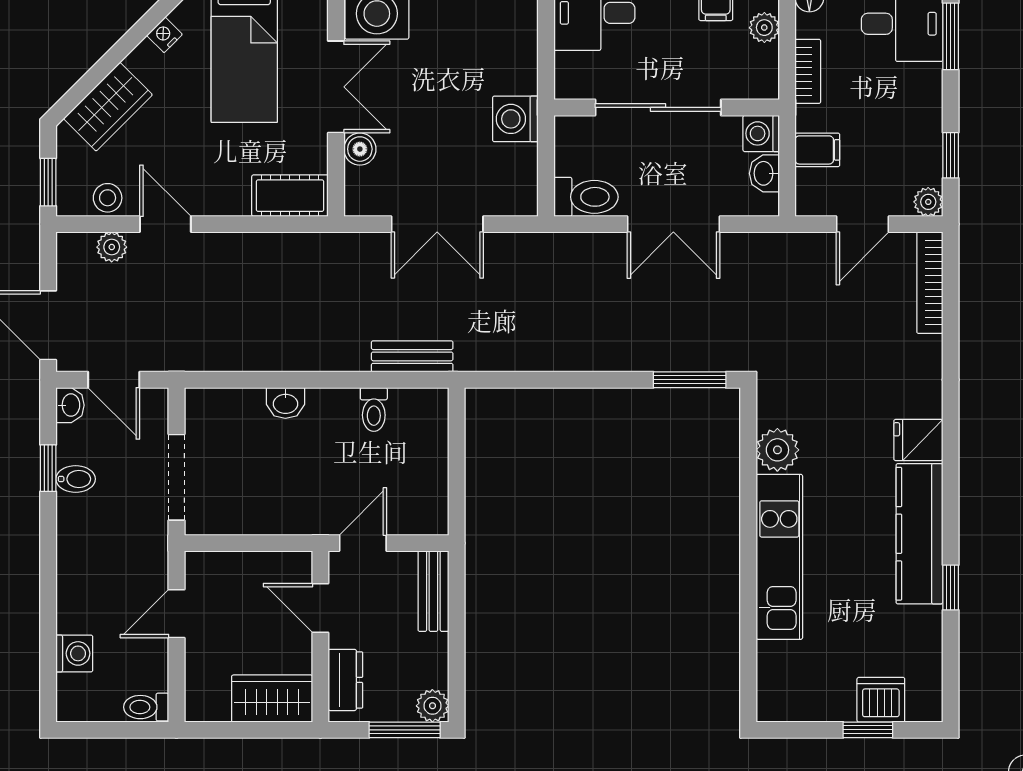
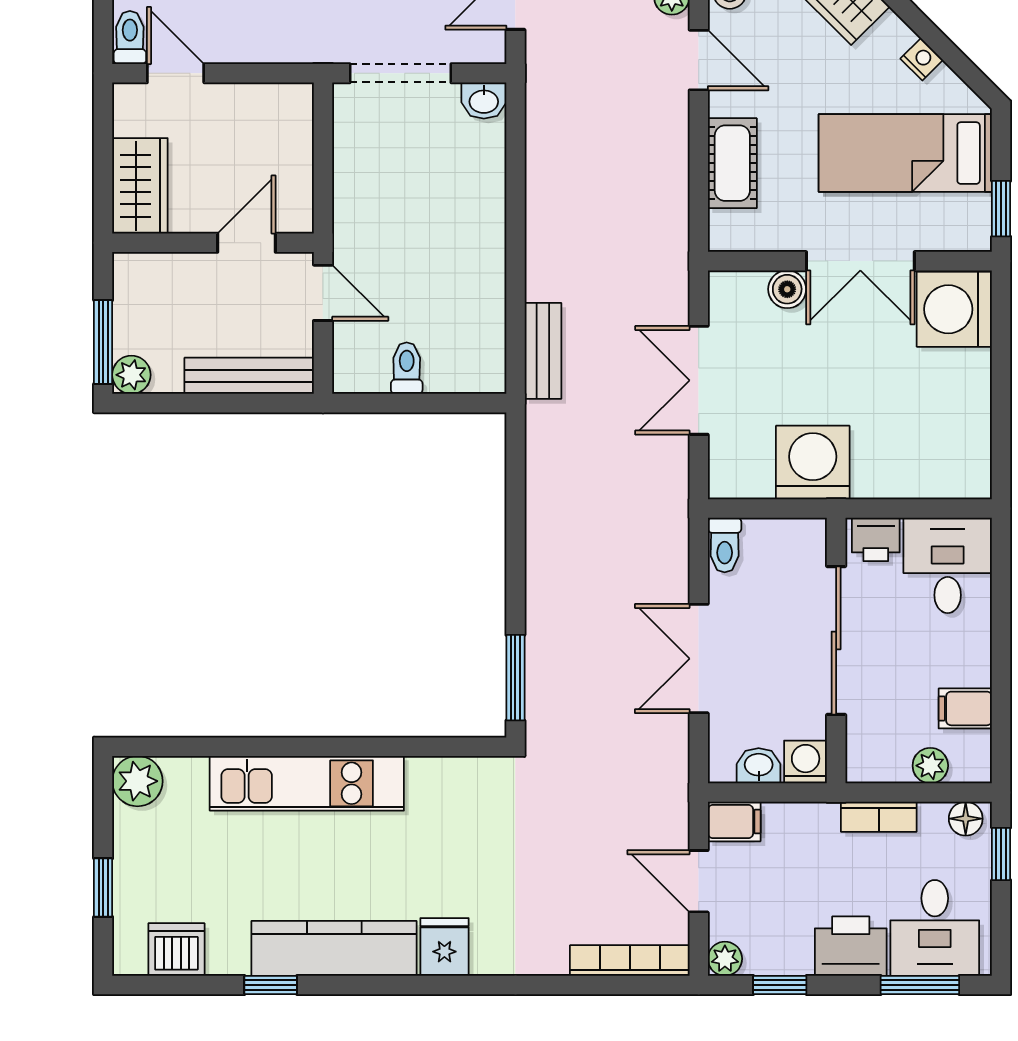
printer: (572, 74) -> (876, 539), added
printer: (918, 95) -> (851, 946), added
washing machine: (515, 119) -> (813, 463), width x1.37, depth x1.37
filing cabinet: (817, 150) -> (734, 822), moved, turned -90
cot: (290, 196) -> (732, 163), moved
toilet: (586, 197) -> (725, 545), width x0.73, depth x0.72
door: (165, 224) -> (699, 60), hinge flipped
washbasin: (285, 403) -> (484, 101), moved, turned -90
toilet: (374, 409) -> (407, 368), moved, turned 90
plant: (777, 450) -> (137, 781), moved
bench: (433, 591) -> (249, 376), width x1.36
door: (177, 614) -> (176, 73), moved
dresser: (345, 680) -> (162, 272), removed
dishwasher: (881, 700) -> (176, 950), moved, turned -90

